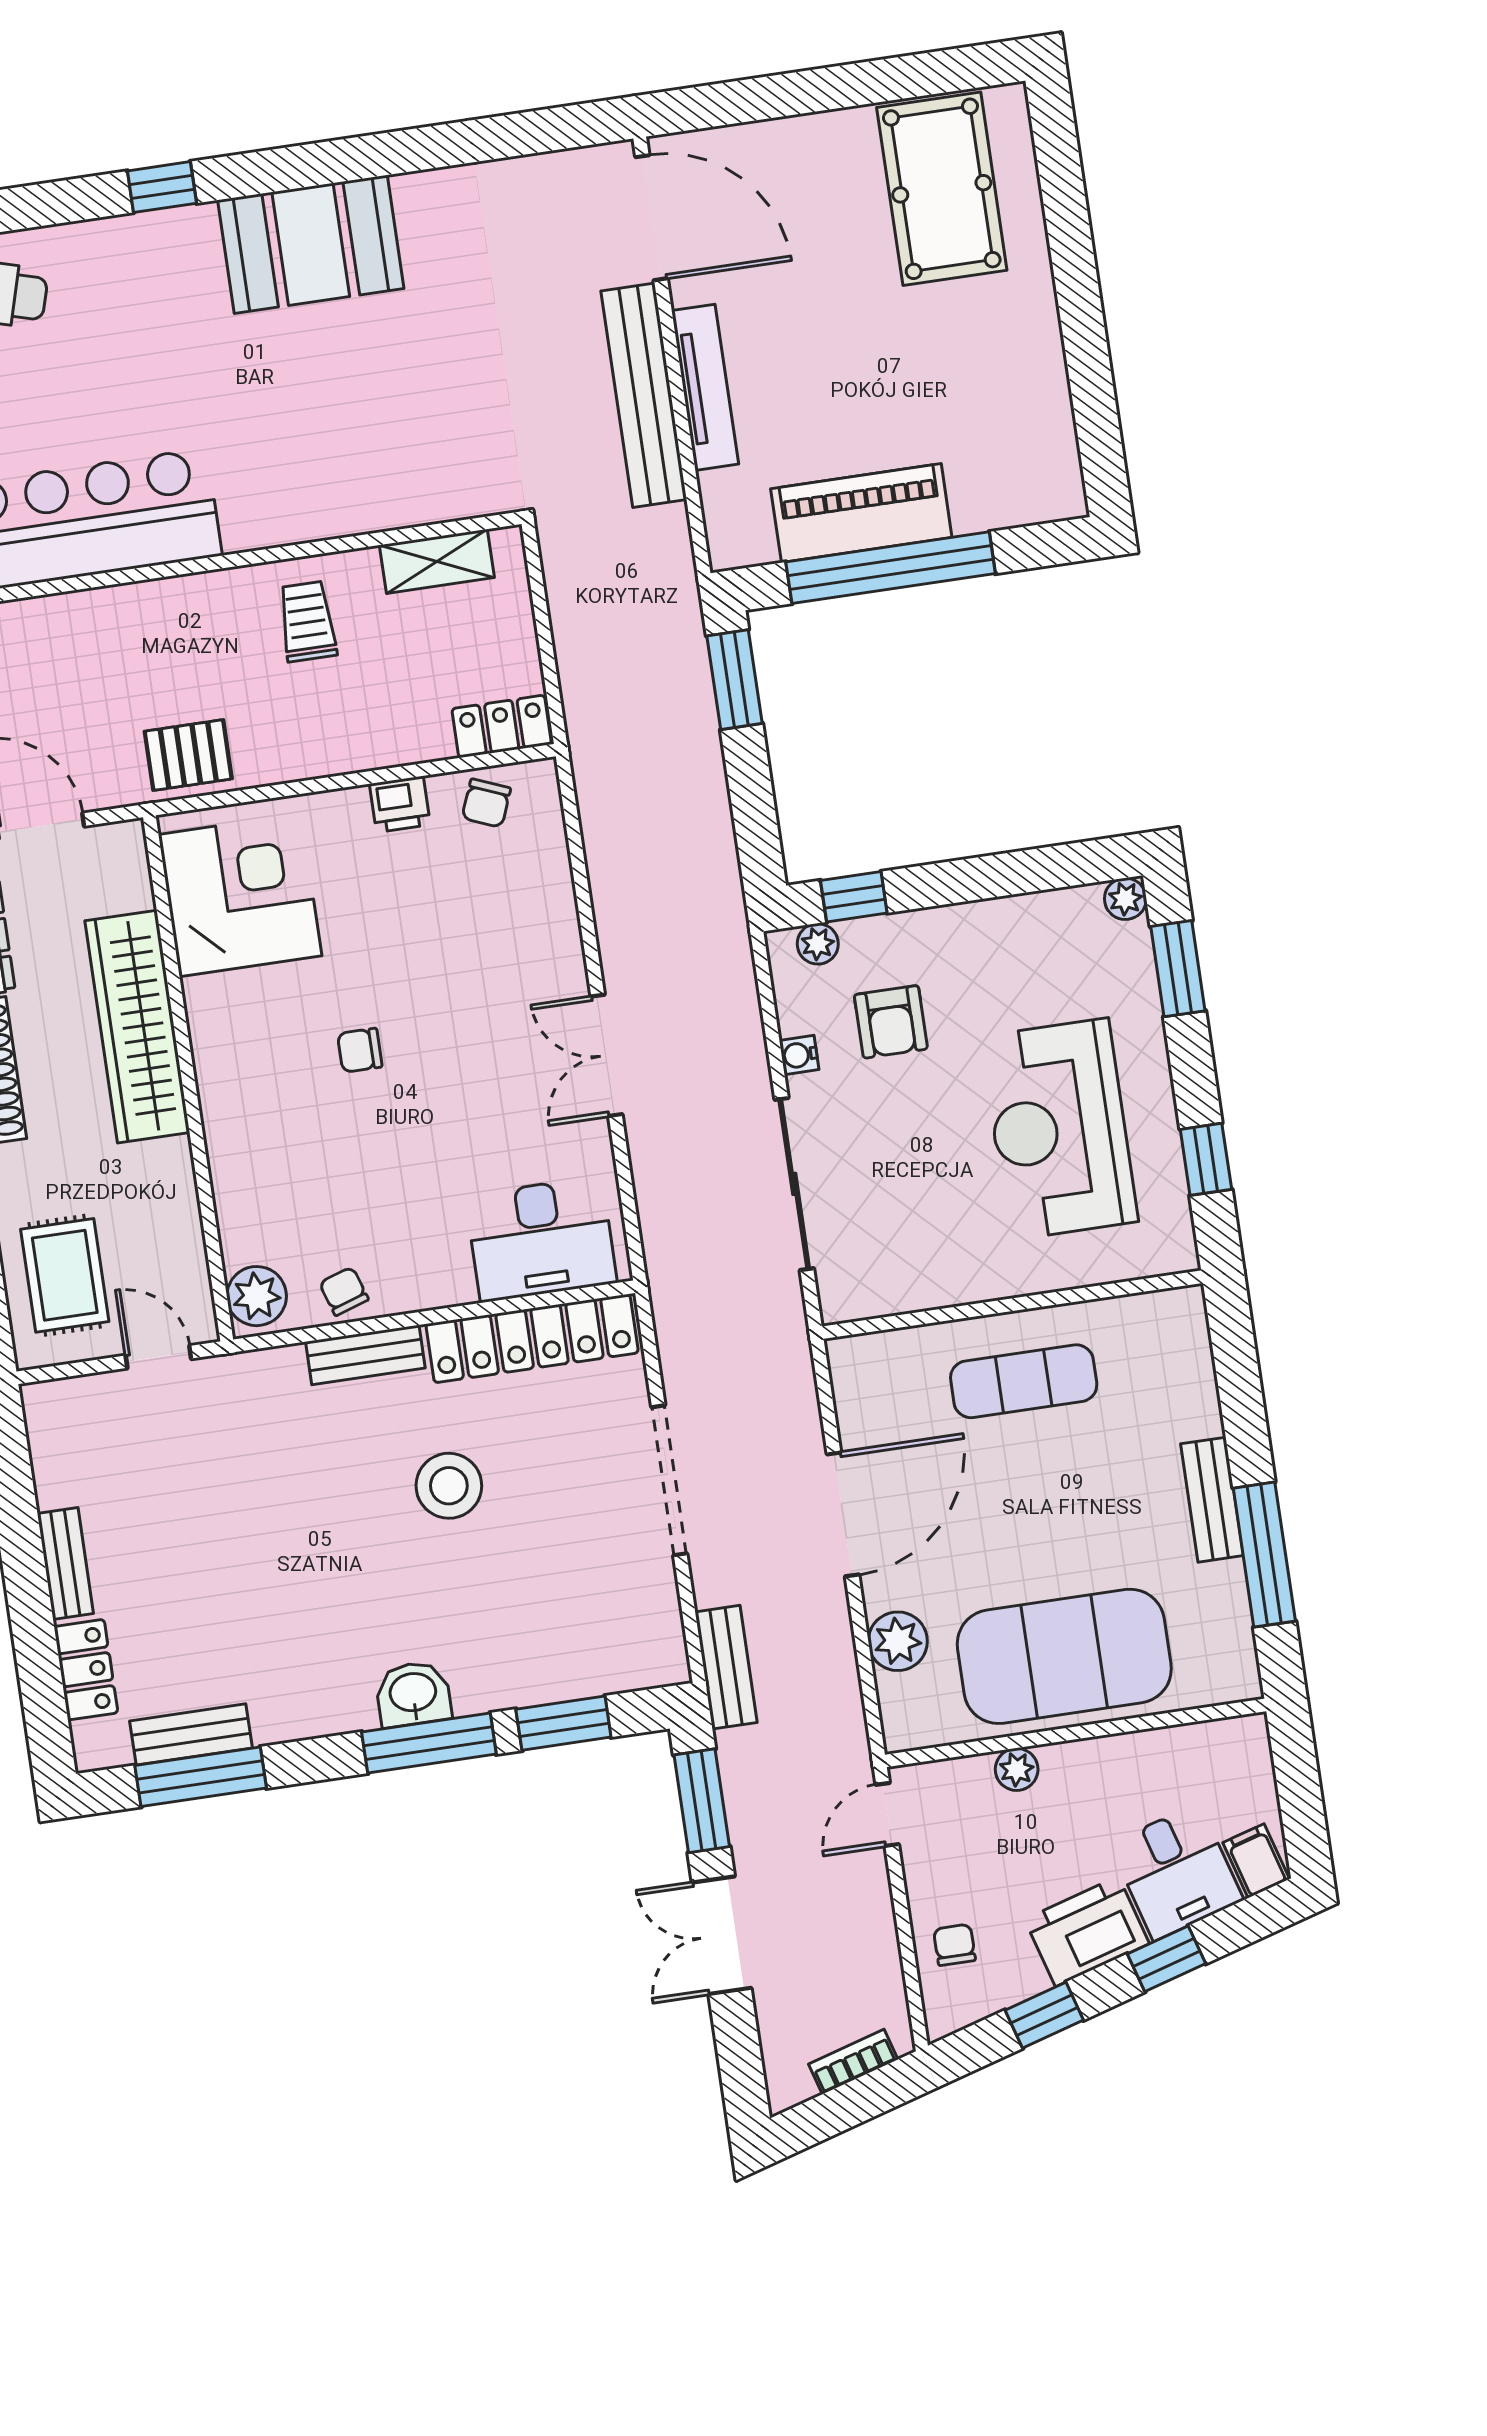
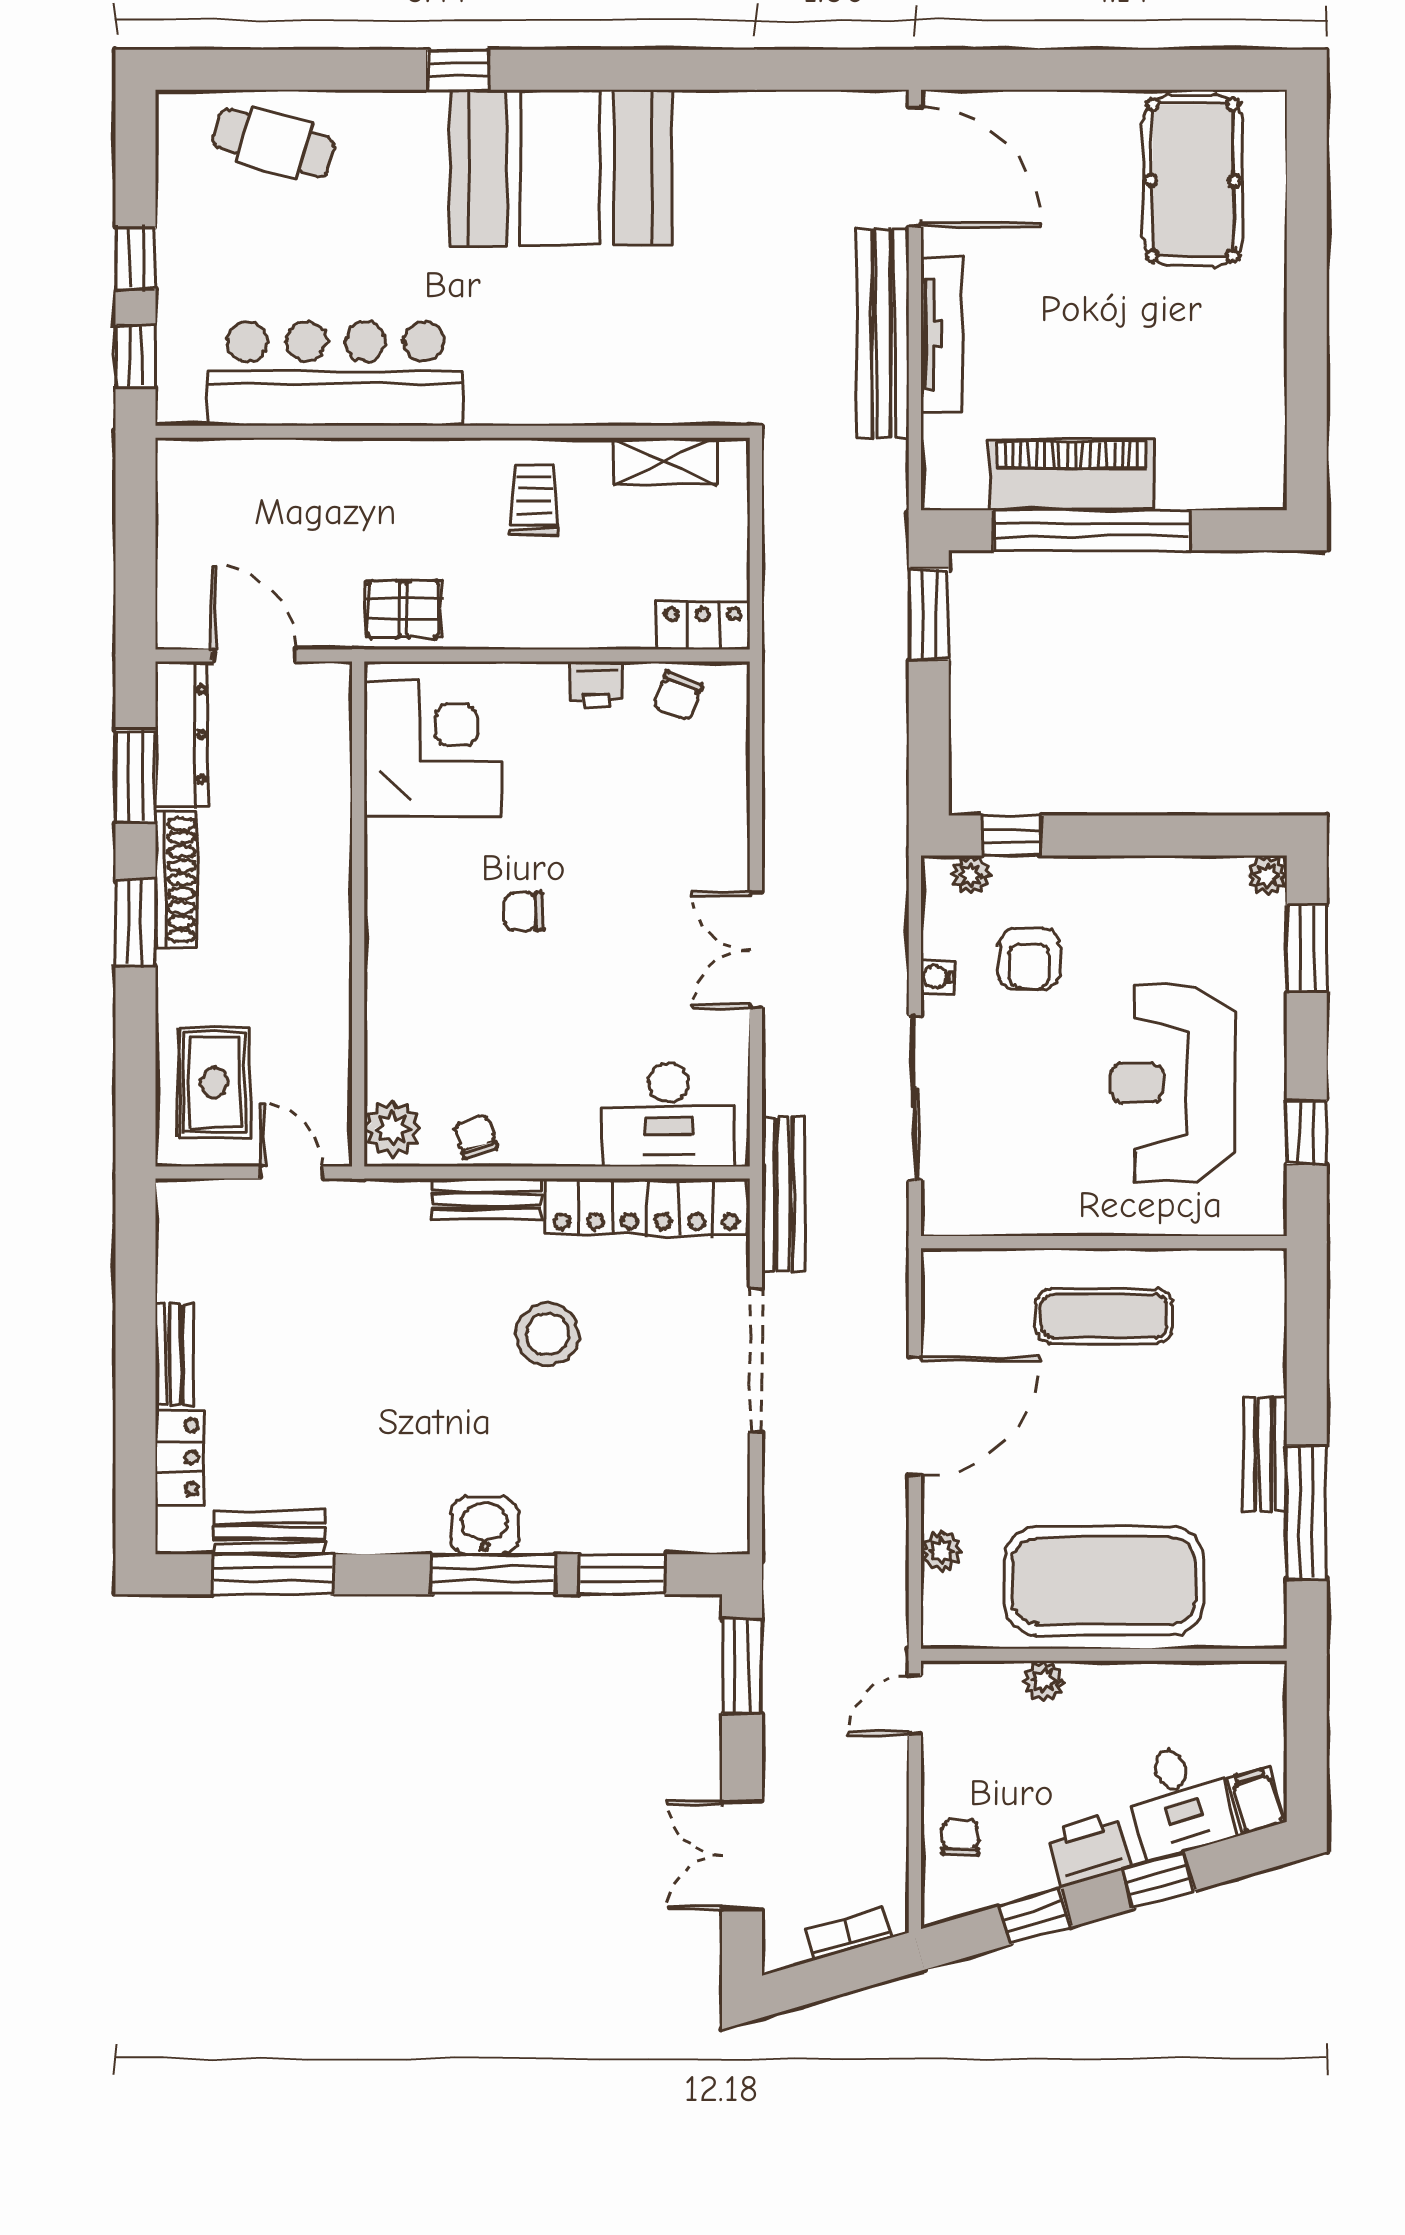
booth: (311, 244) -> (560, 168), width x1.36, depth x1.42
wardrobe: (137, 1027) -> (317, 858), removed
plant: (898, 1641) -> (941, 1551), width x0.73, depth x0.73
bench: (726, 1667) -> (783, 1194), moved, width x1.36
printer: (1087, 1931) -> (1089, 1849), width x0.73, depth x0.84
double door: (722, 1935) -> (742, 1855), moved

